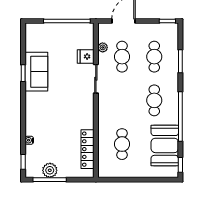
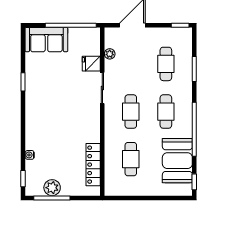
cafe table: (122, 57) -> (131, 112), moved
sofa: (36, 72) -> (46, 40), moved, turned 90

